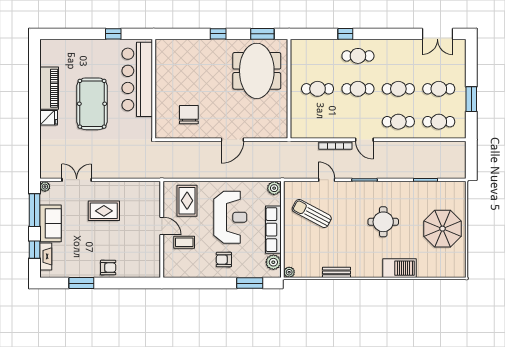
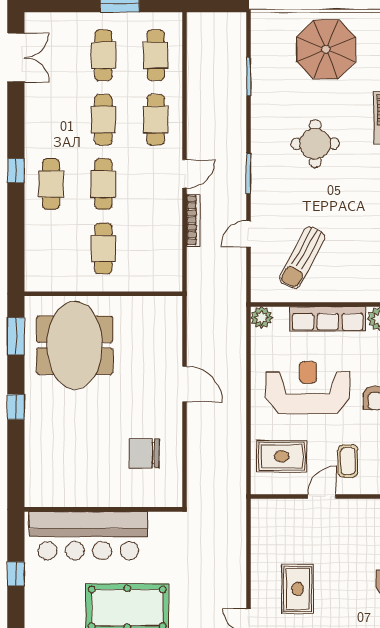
window: (345, 34) -> (16, 171), moved
meeting table: (257, 71) -> (75, 345), turned 90

